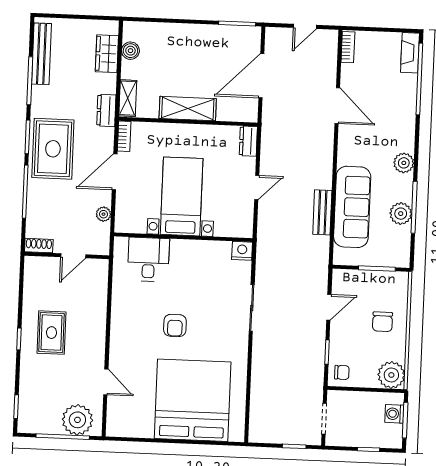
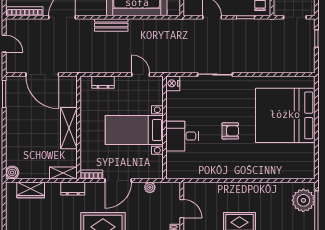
bookcase: (348, 47) -> (25, 11), width x1.56
boiler: (130, 51) -> (12, 172), moved
dresser: (248, 141) -> (103, 82), moved
door: (115, 172) -> (118, 180), hinge flipped
door: (257, 188) -> (141, 74), moved
bench: (322, 212) -> (111, 25), moved
desk: (148, 259) -> (182, 136), moved
door: (106, 382) -> (274, 180), removed

